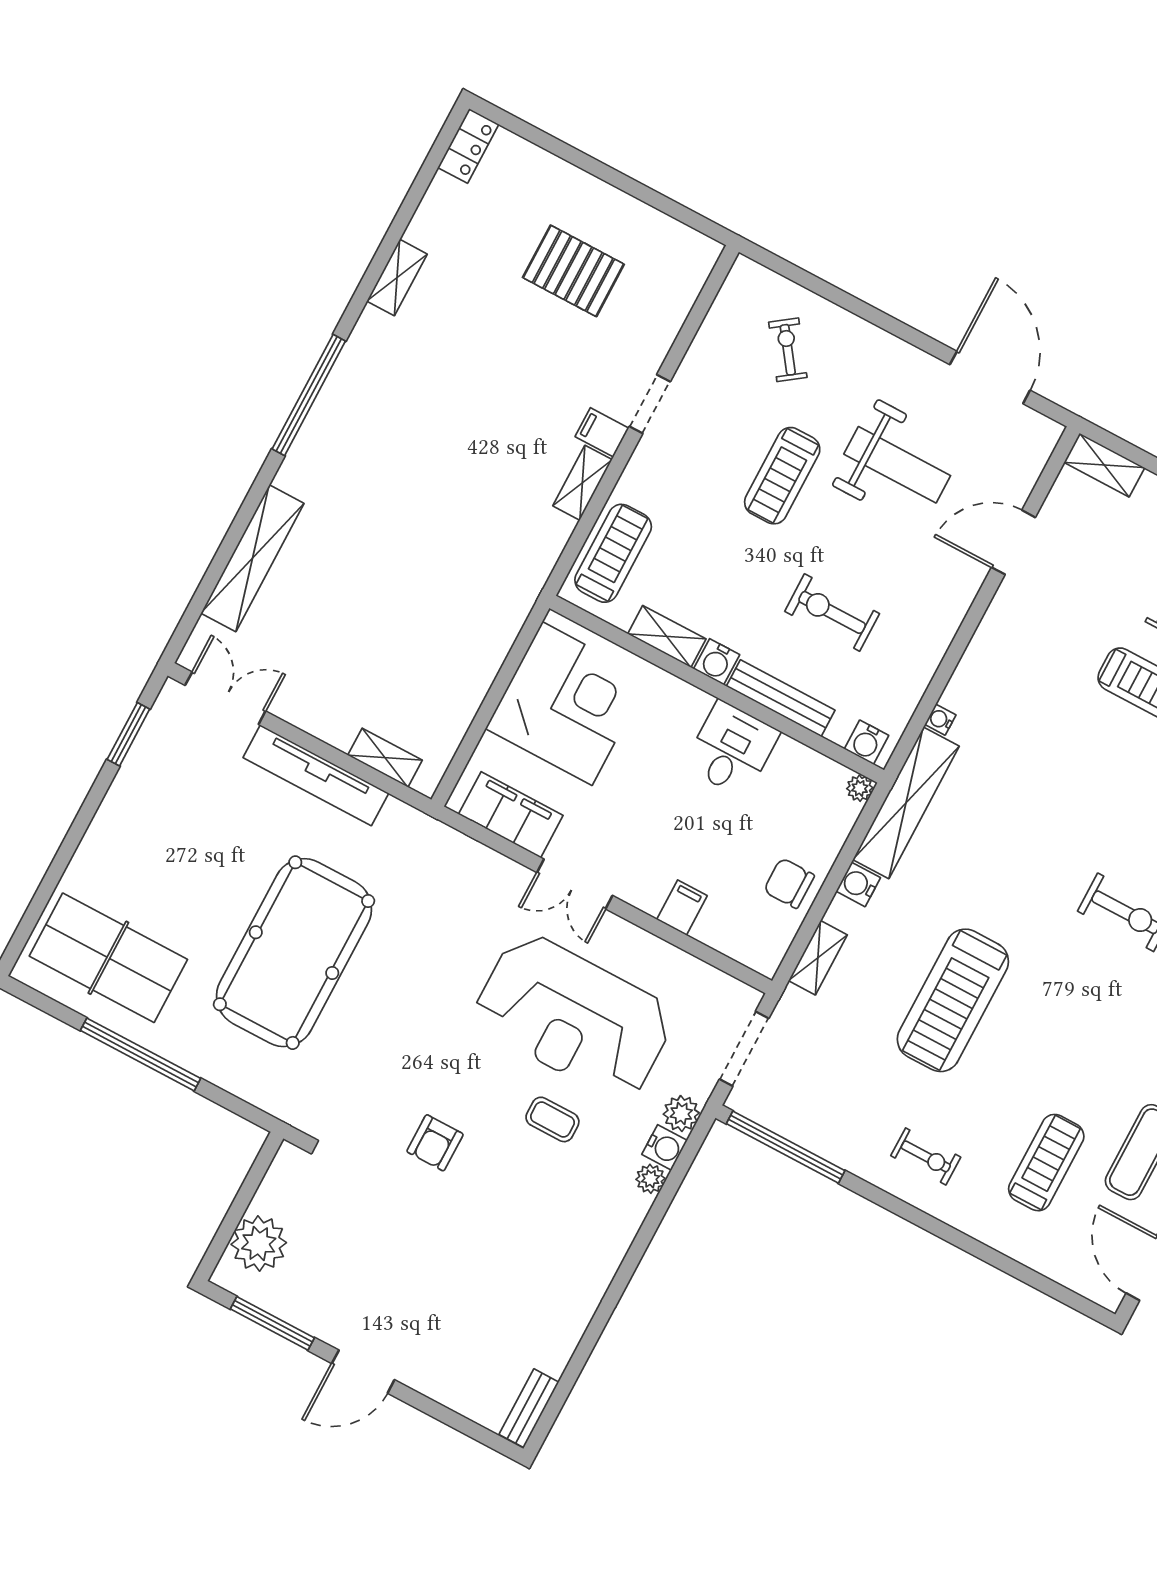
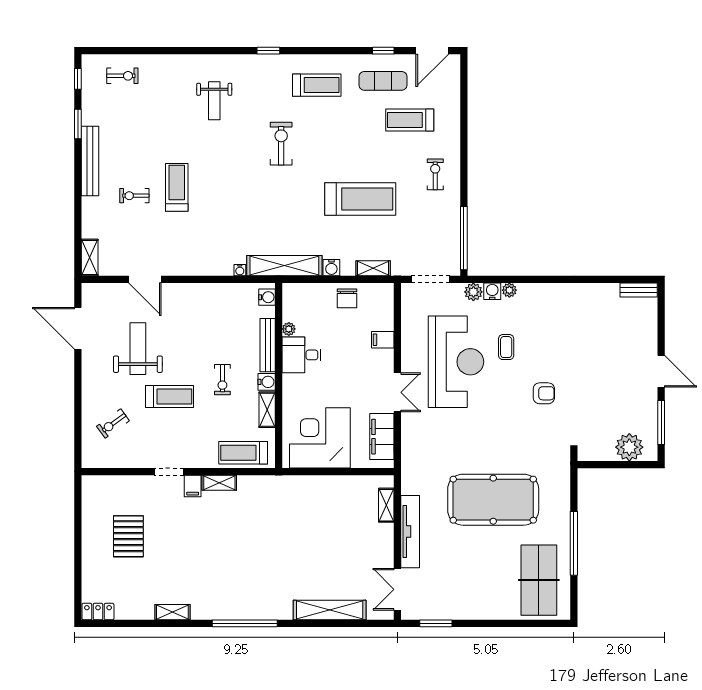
door: (990, 377) -> (78, 328), hinge flipped
exercise bike: (832, 612) -> (222, 380), moved, width x0.73, depth x0.72
plant: (860, 788) -> (289, 329), moved

